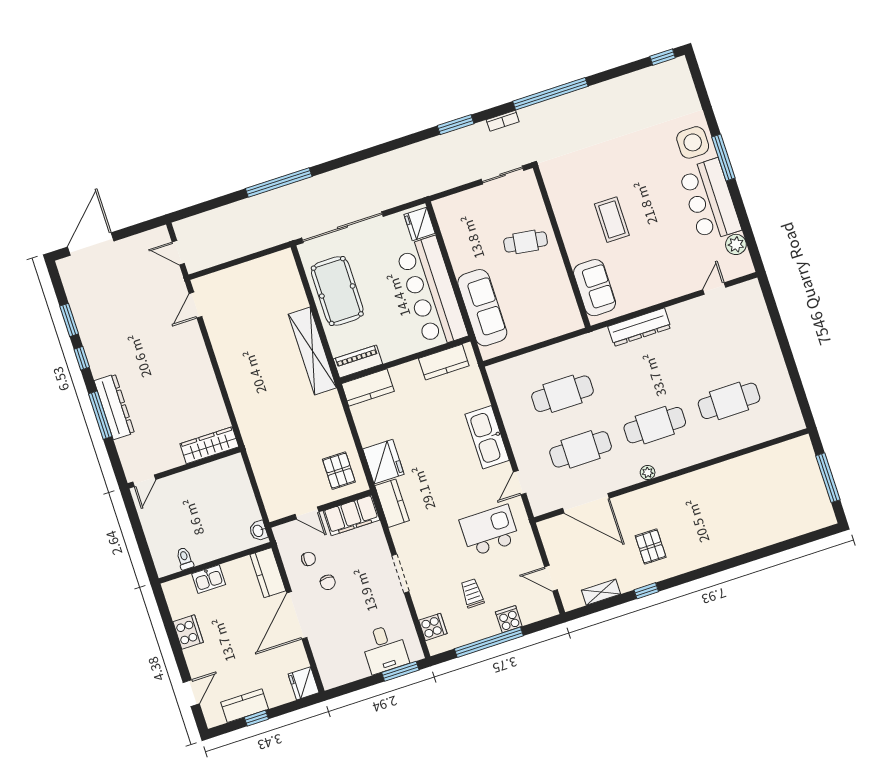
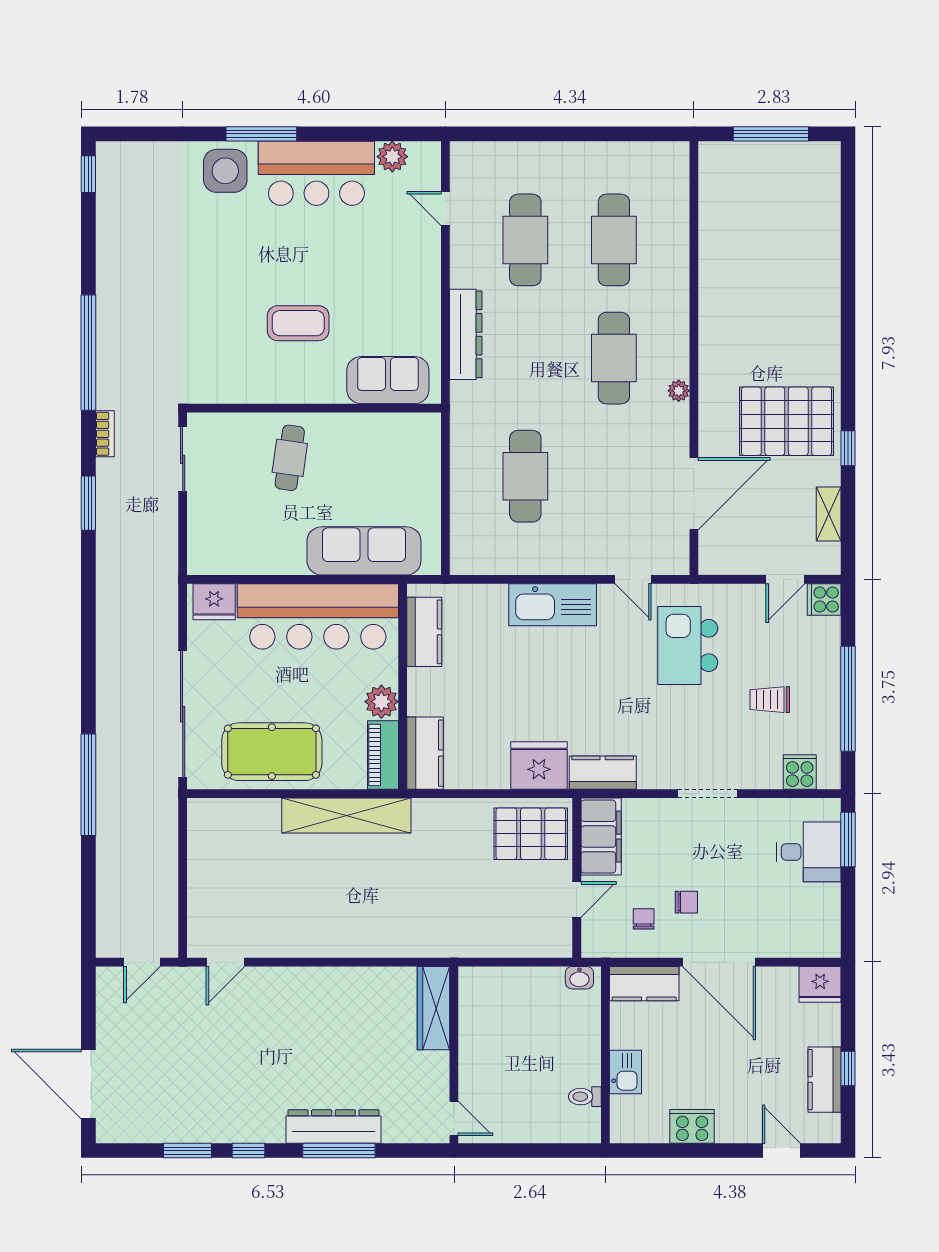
door: (195, 305) -> (225, 962), hinge flipped
plant: (391, 350) -> (381, 702), added
cafe table: (581, 449) -> (525, 240), moved
pallet: (339, 471) -> (531, 834), width x1.50, depth x1.42
pallet: (651, 547) -> (786, 421), width x2.05, depth x2.00
cooker: (509, 619) -> (824, 600), moved

